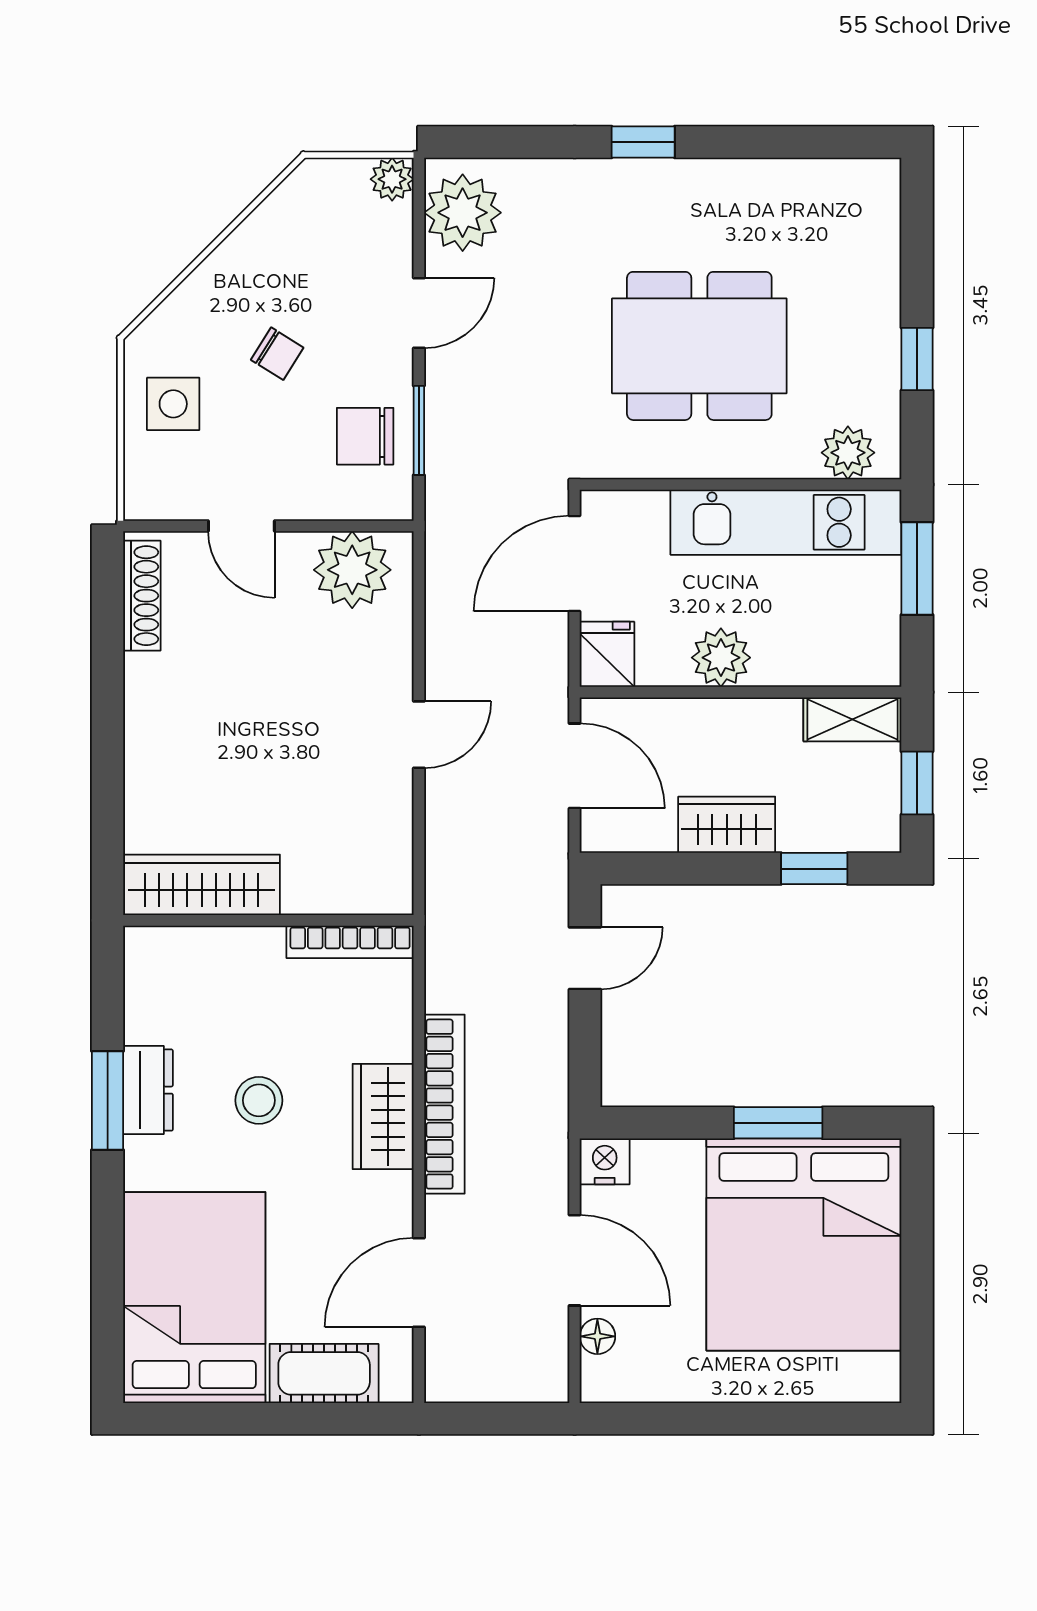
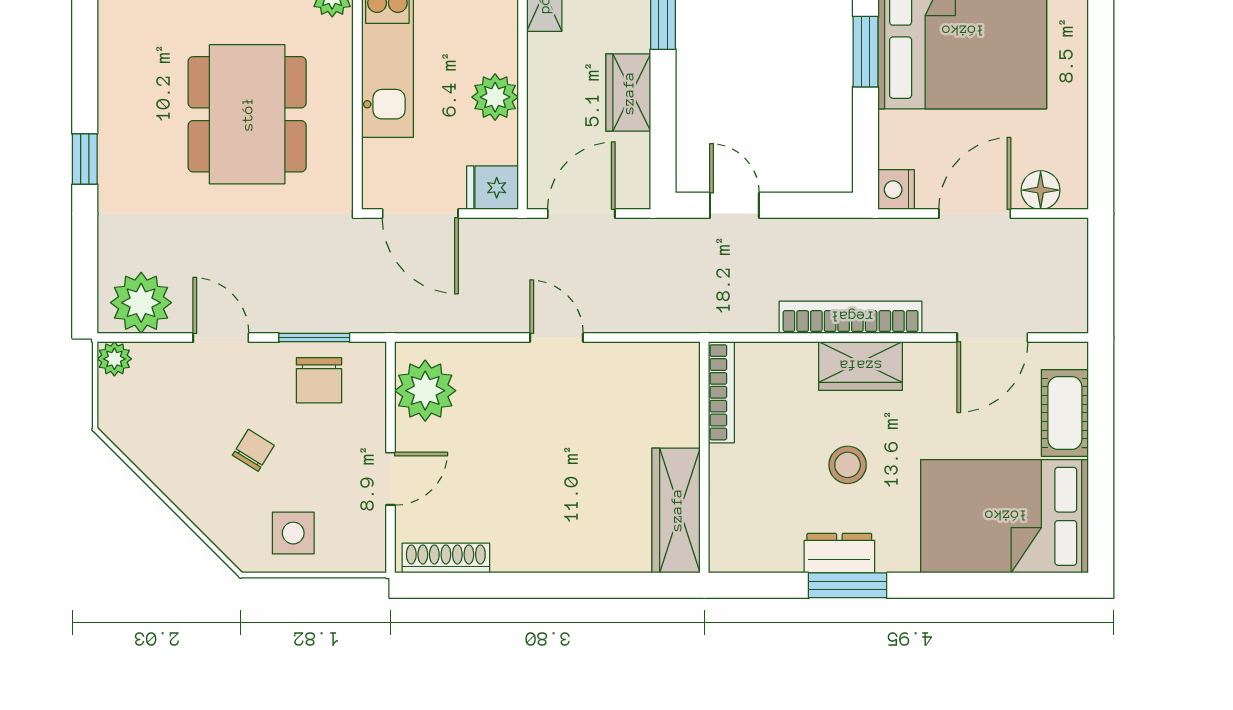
door: (419, 1282) -> (992, 338), hinge flipped
floor lamp: (597, 1336) -> (1041, 190), width x1.37, depth x1.37

